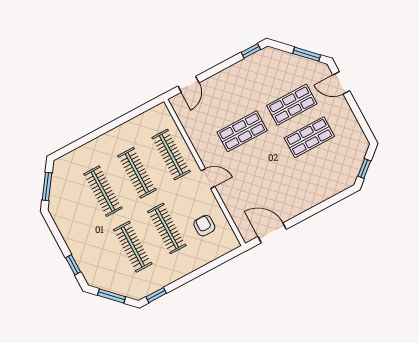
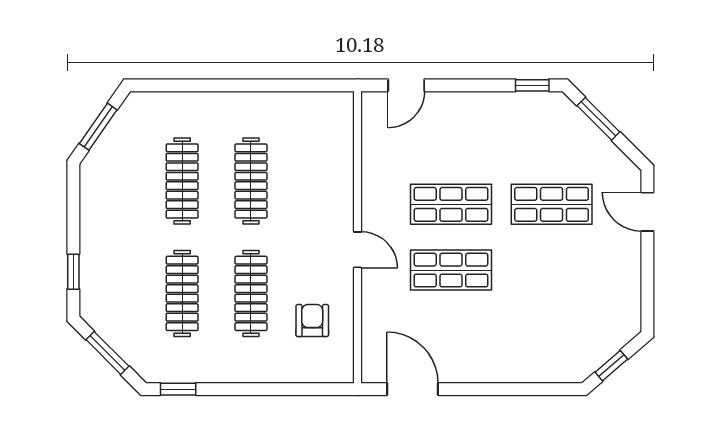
window: (307, 54) -> (598, 119), moved
shop shelf: (309, 137) -> (451, 270), moved
clothes rail: (171, 155) -> (320, 181), removed

